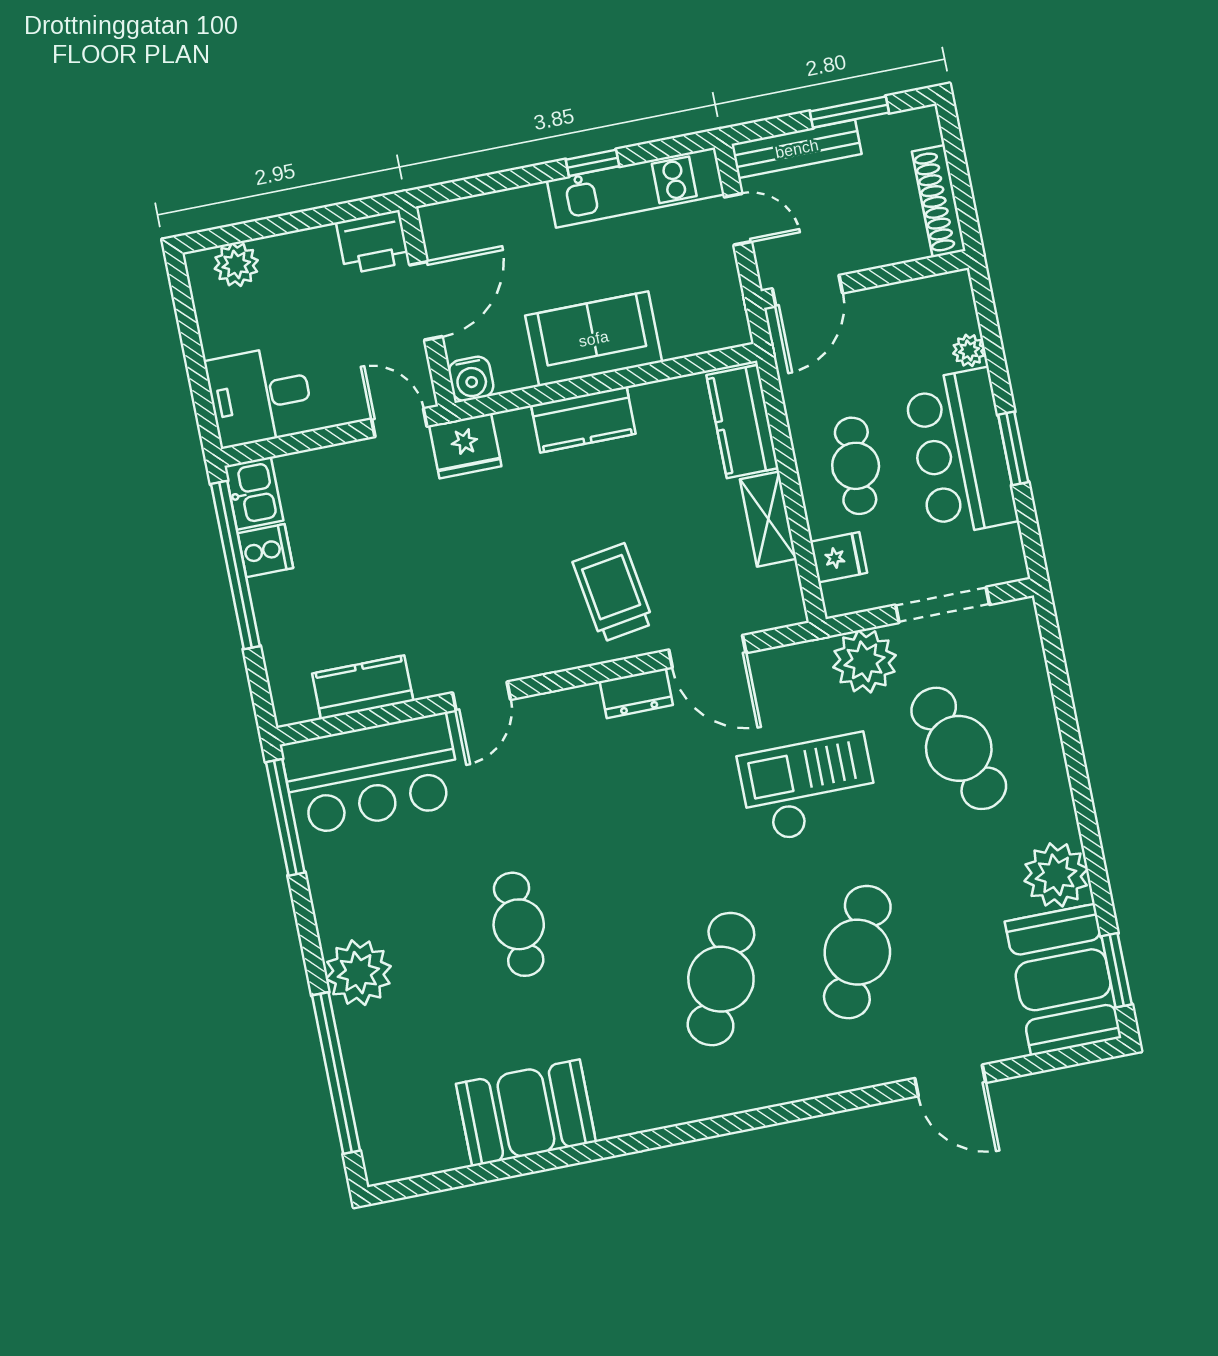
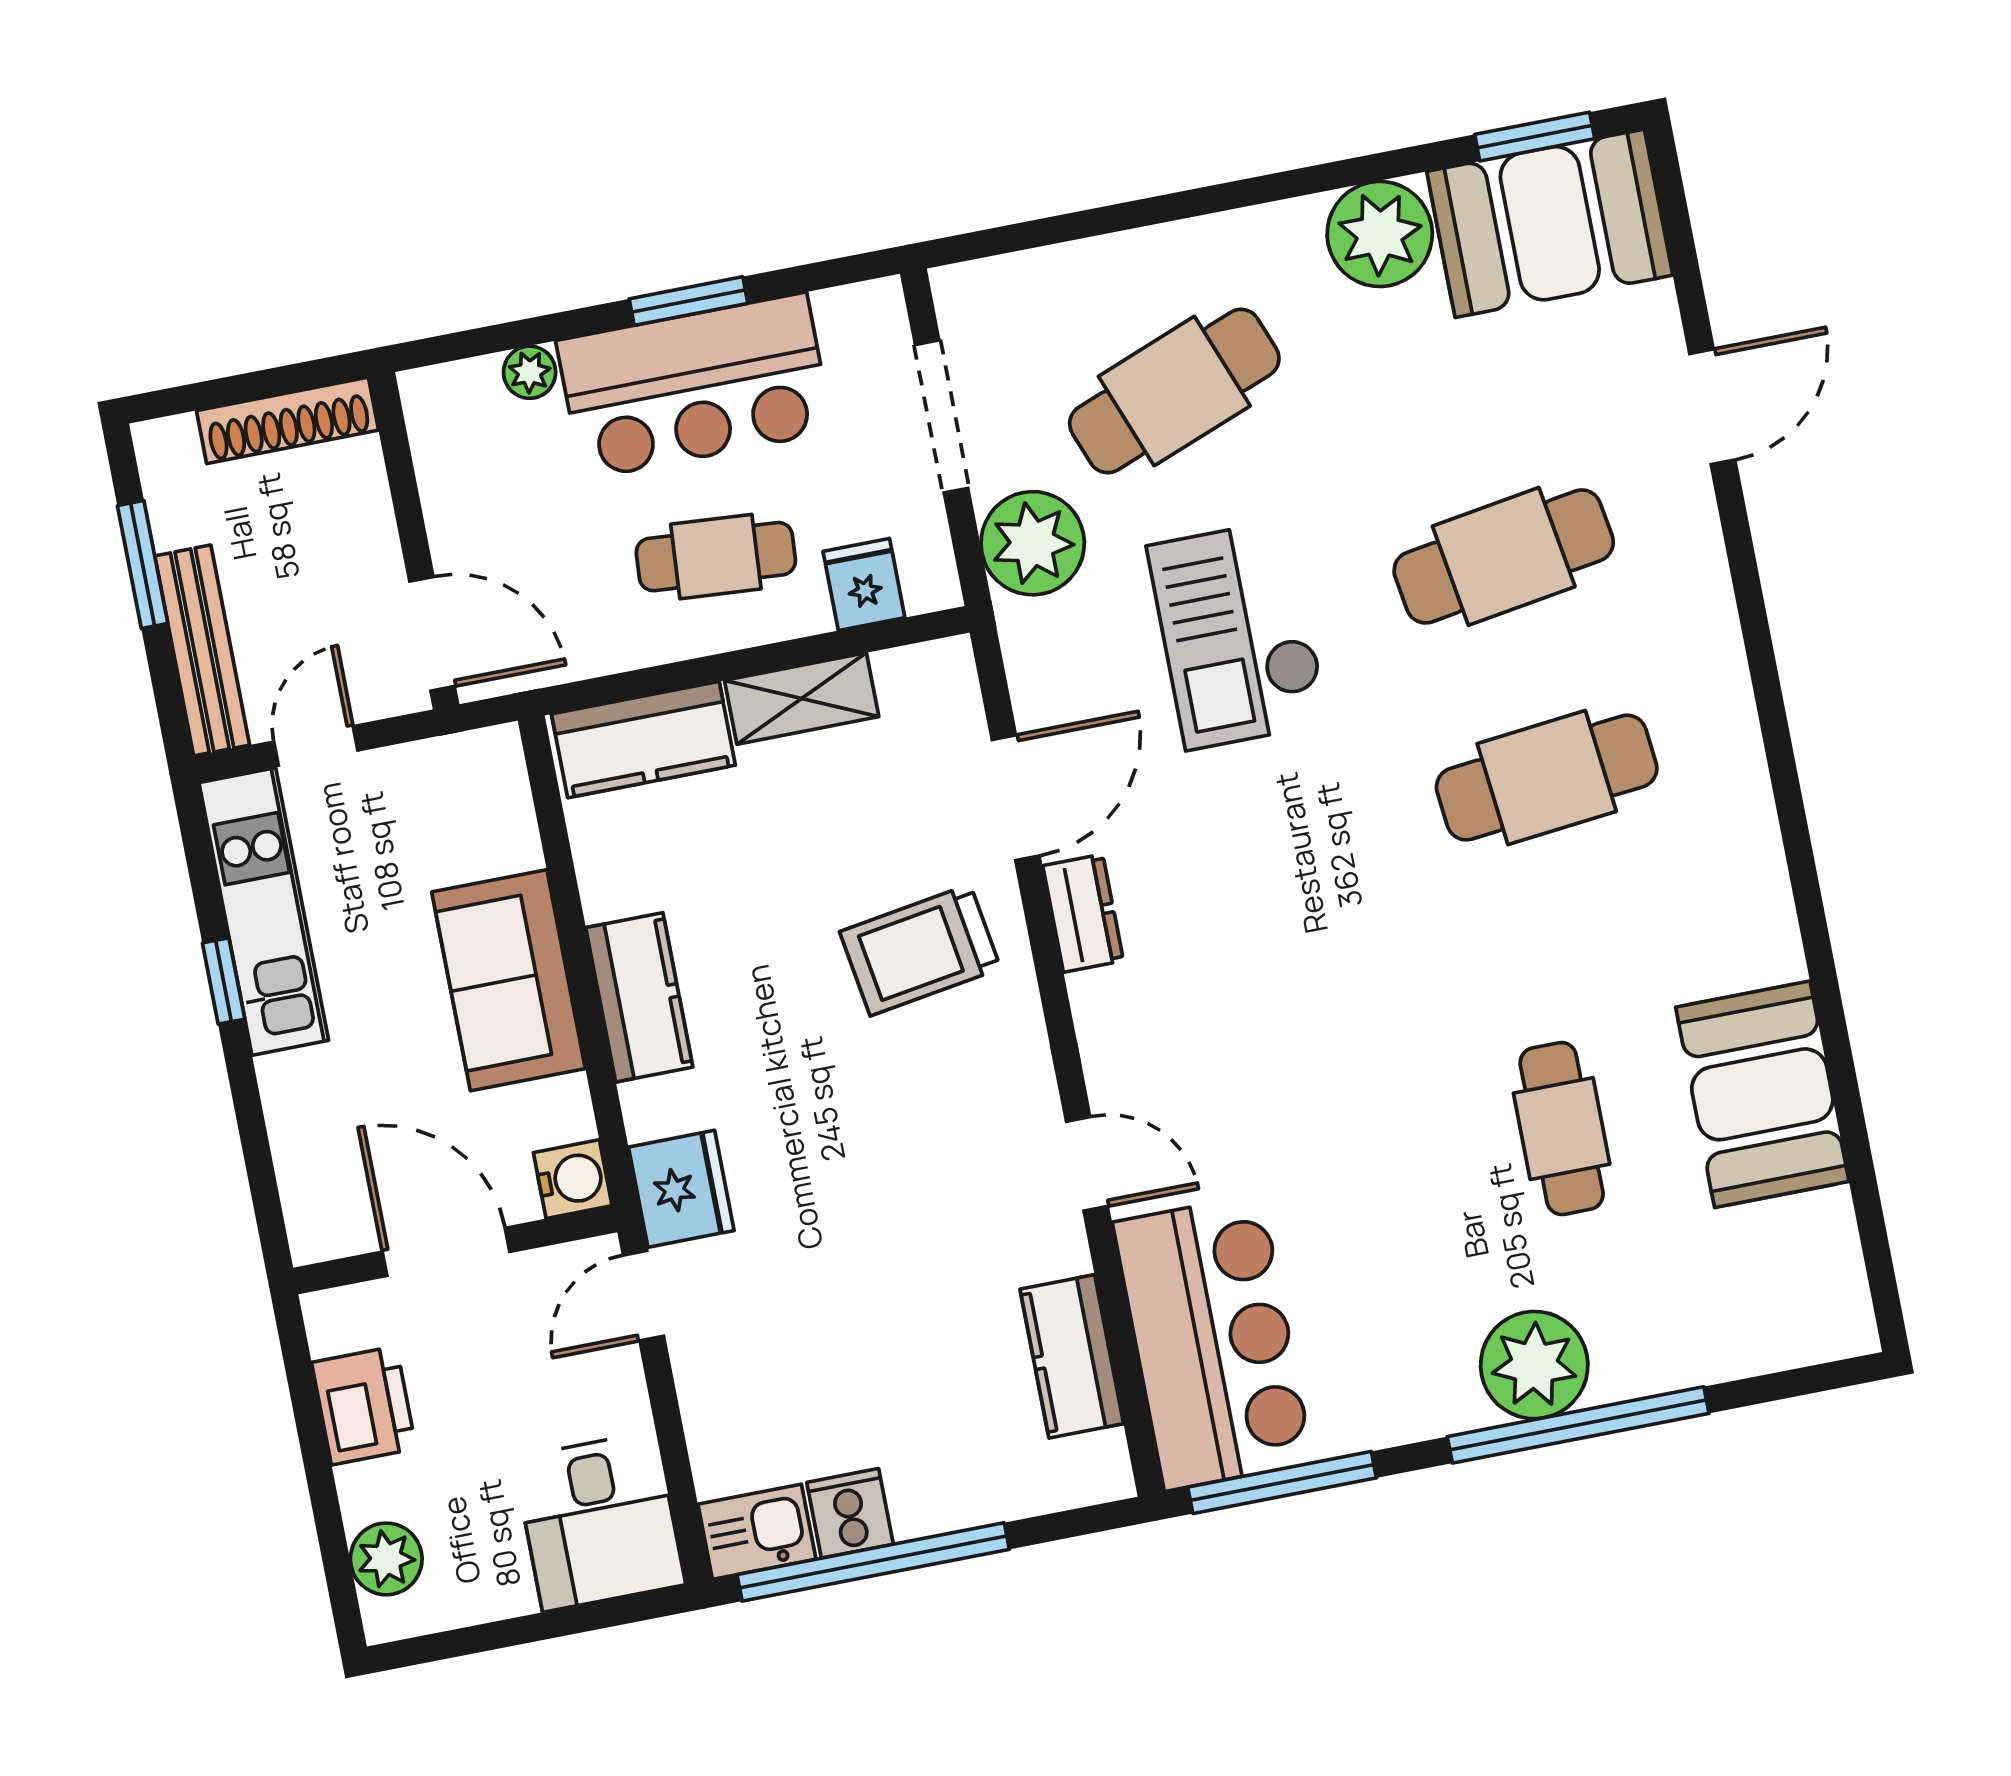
printer: (373, 242) -> (364, 1406), moved
cafe table: (519, 924) -> (1562, 1129), moved, turned 90
cafe table: (857, 952) -> (1504, 556), turned -33
cafe table: (721, 979) -> (1547, 778), turned -30
window: (336, 1073) -> (1578, 1425), moved

